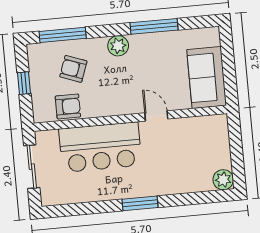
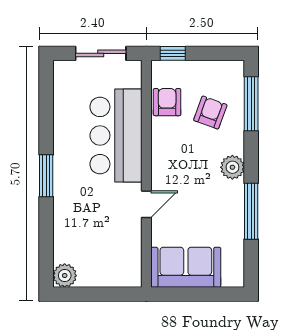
window: (24, 83) -> (173, 53), moved
armchair: (68, 106) -> (167, 102), turned 180

